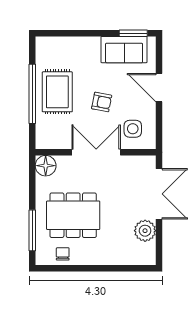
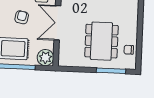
plant: (47, 138) -> (45, 58), added
floor lamp: (46, 166) -> (65, 59), removed

